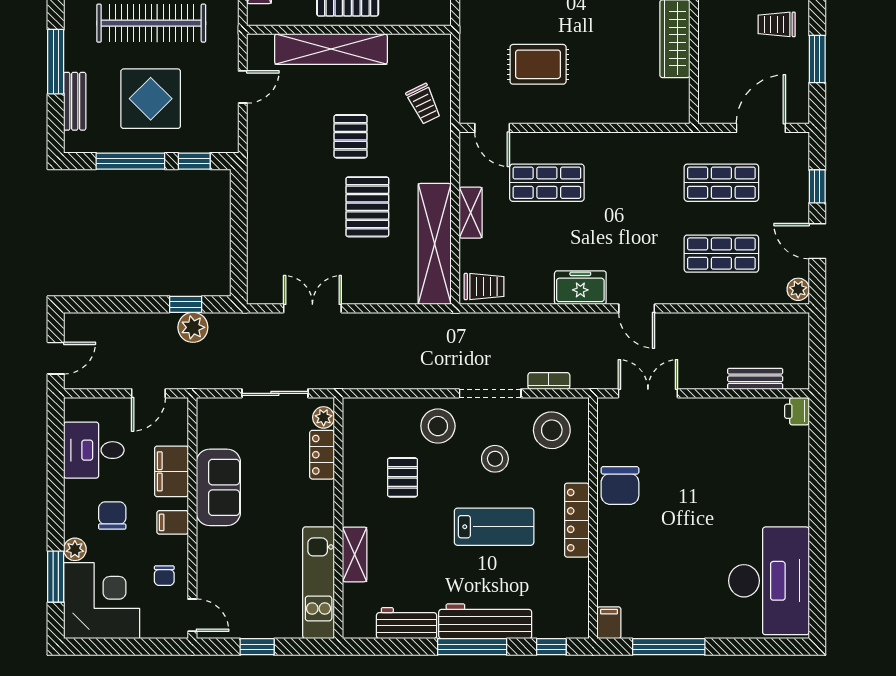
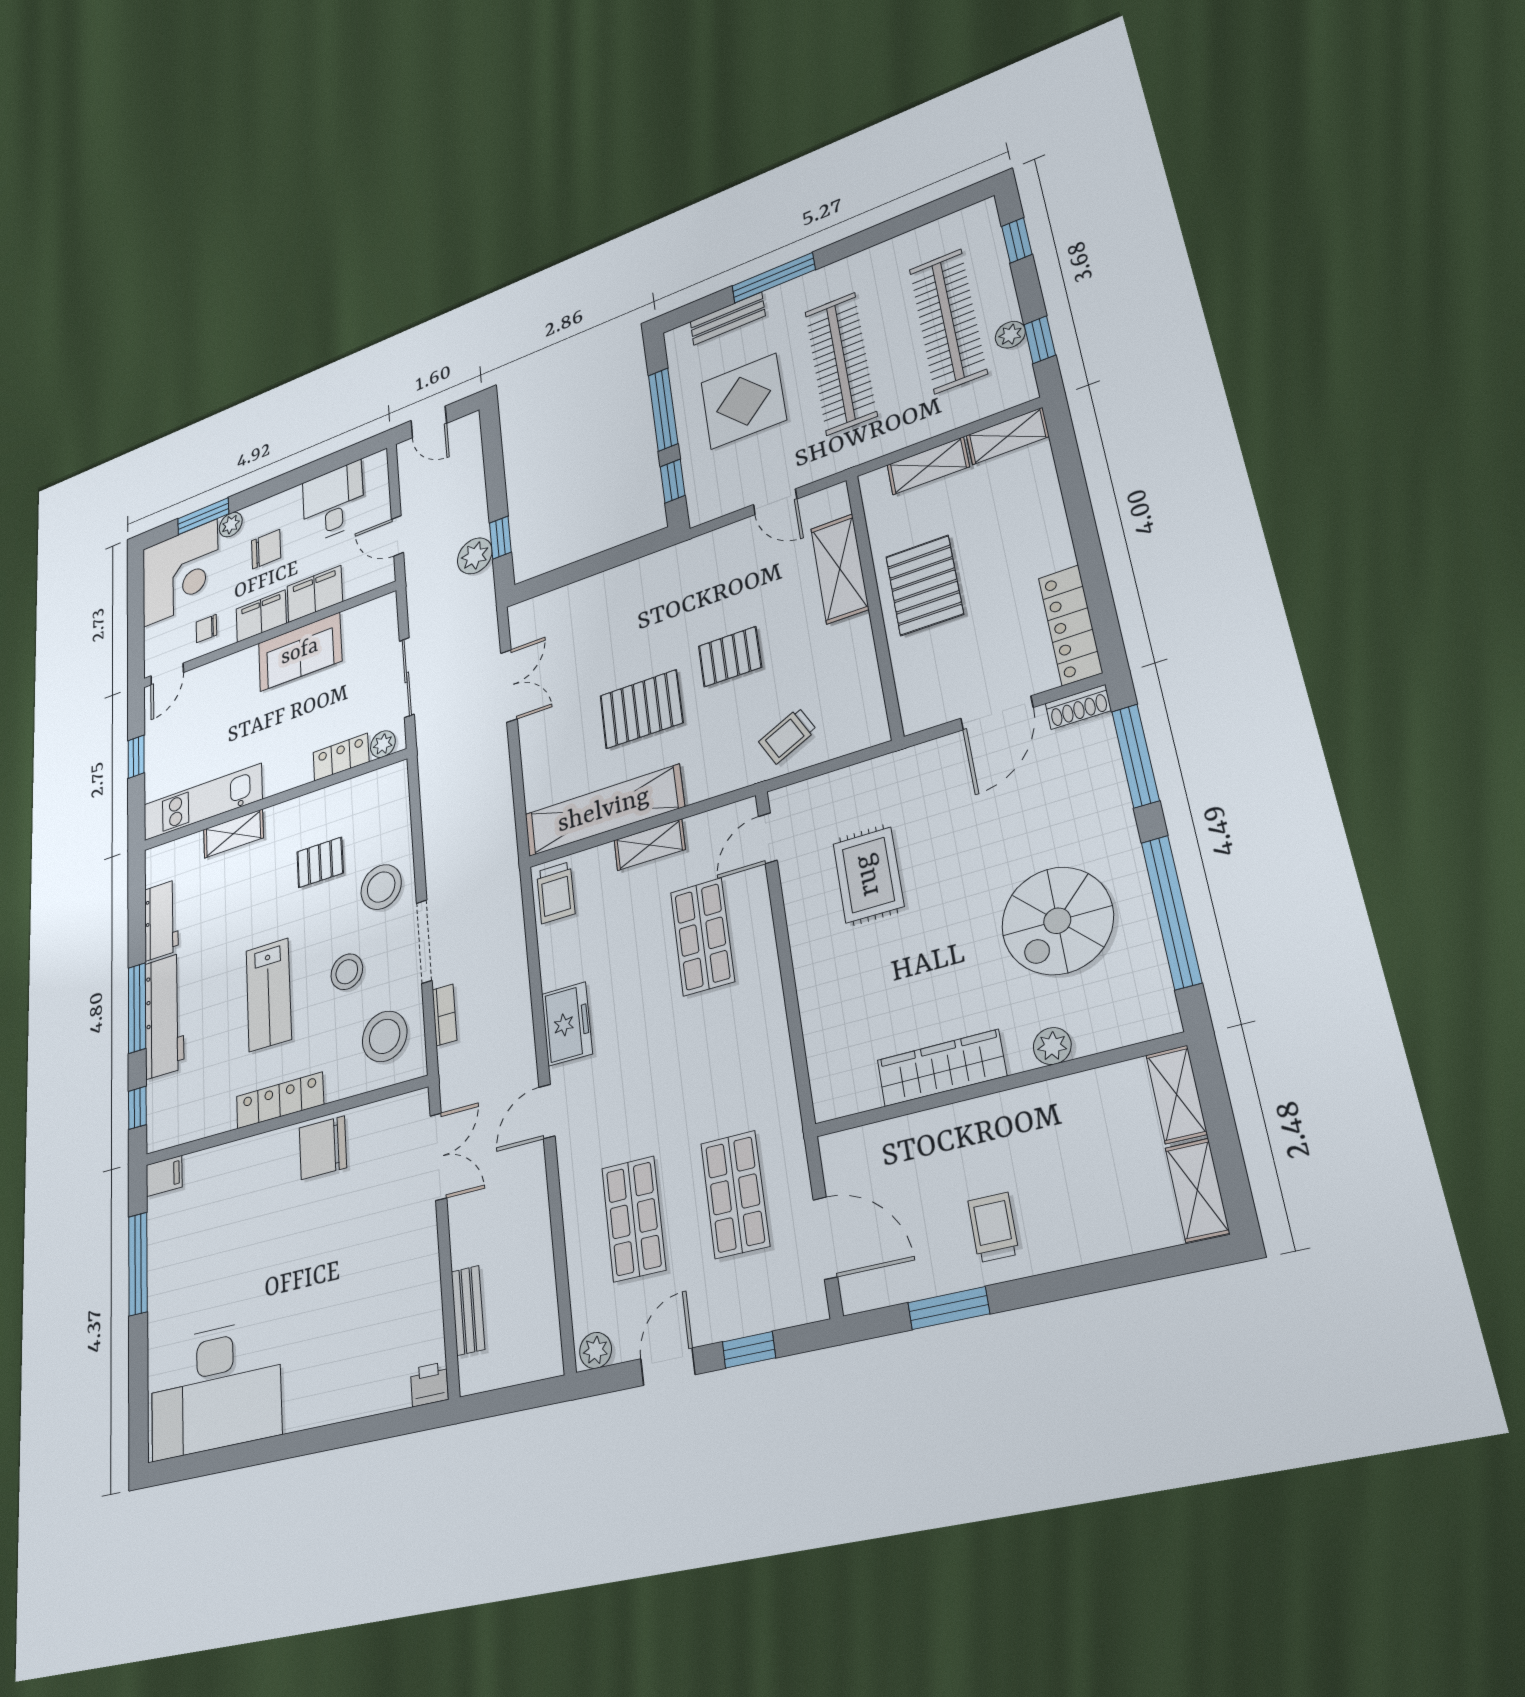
shelving: (331, 49) -> (840, 569), width x0.68
filing cabinet: (173, 522) -> (261, 616), width x2.00

